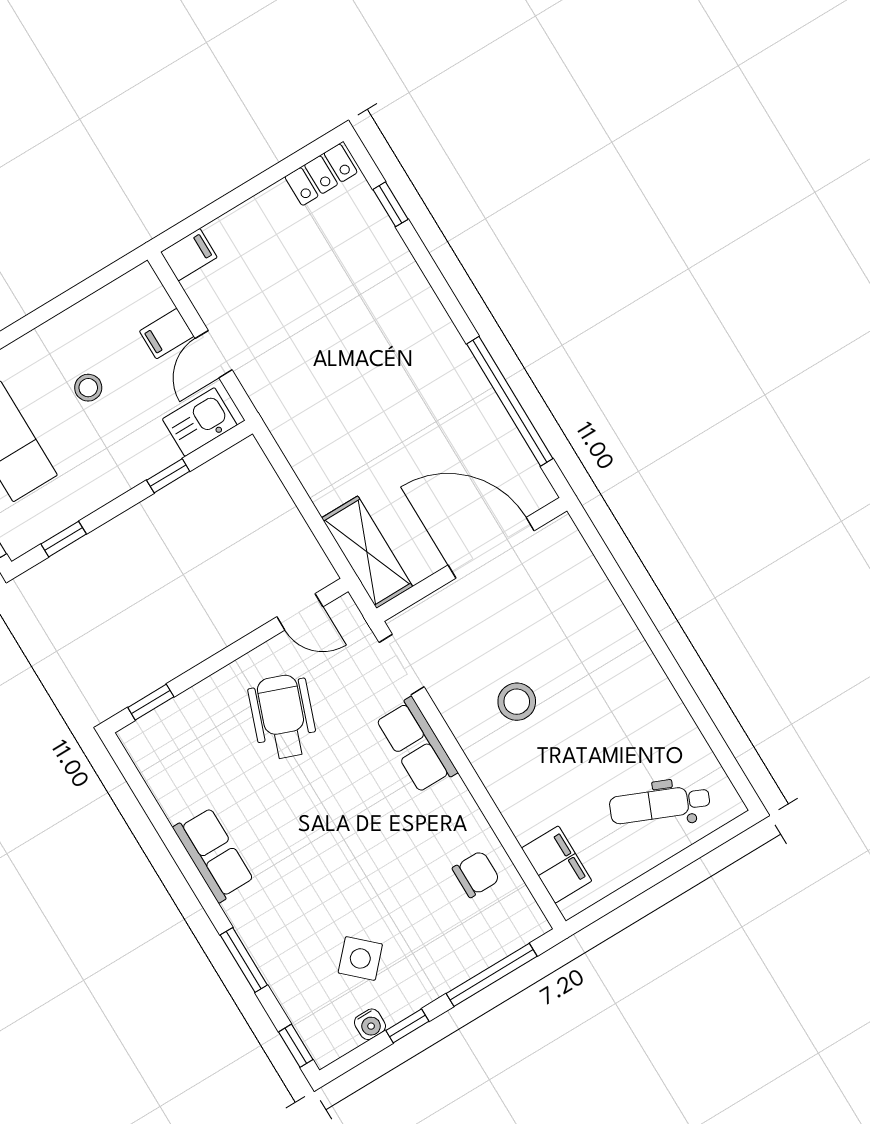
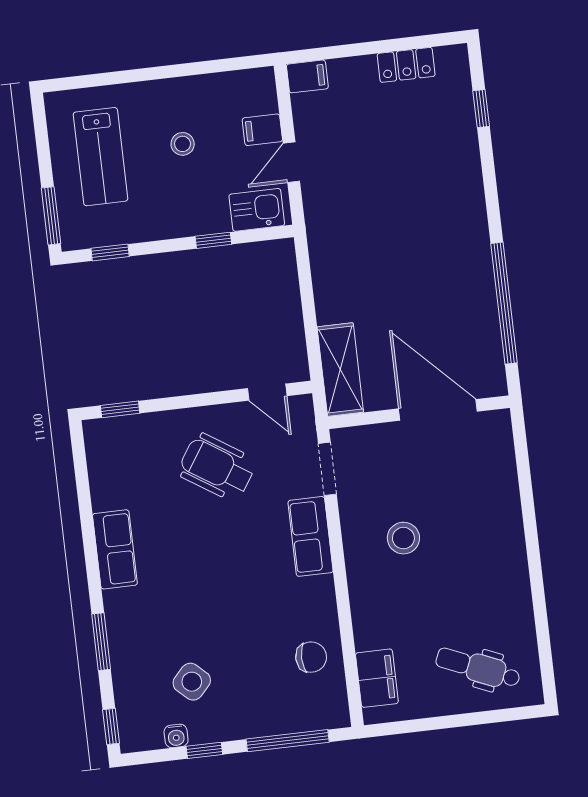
locker: (321, 175) -> (406, 65), moved
wheelchair: (283, 717) -> (217, 467), turned -77

